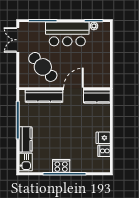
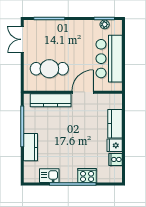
bar counter: (67, 34) -> (109, 59), moved, turned 90
cafe table: (43, 67) -> (49, 69), turned -47
kitchen counter: (97, 97) -> (115, 124), moved, turned 90
kitchen sink: (26, 162) -> (49, 176), moved, turned -90
cooker: (61, 166) -> (87, 176), moved

